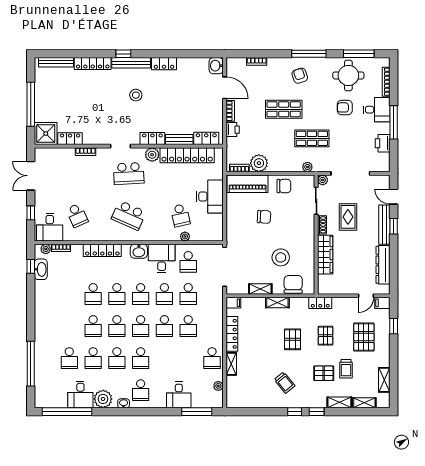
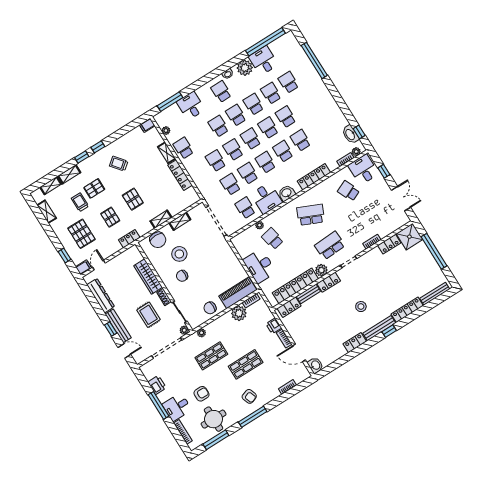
chair: (264, 217) -> (182, 276), moved
filing cabinet: (233, 303) -> (147, 125), moved
school desk: (164, 358) -> (218, 126), added

